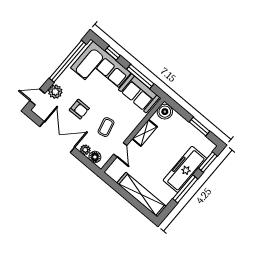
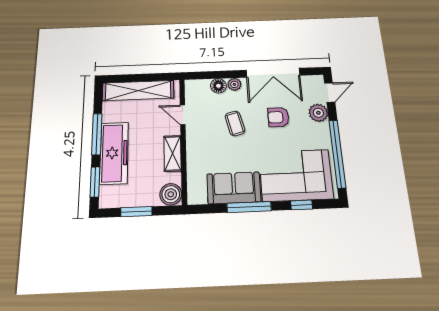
boiler: (165, 112) -> (171, 194), moved
shelving: (145, 133) -> (173, 153), moved
wall: (133, 135) -> (183, 140), moved
door: (120, 150) -> (183, 115), moved

